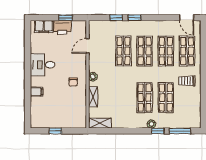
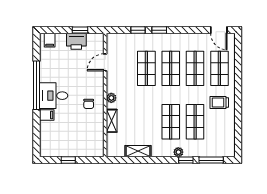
filing cabinet: (44, 26) -> (50, 40), width x0.50
desk: (43, 65) -> (54, 96), moved
window: (28, 66) -> (36, 85), added
shelving: (100, 123) -> (138, 151), moved

